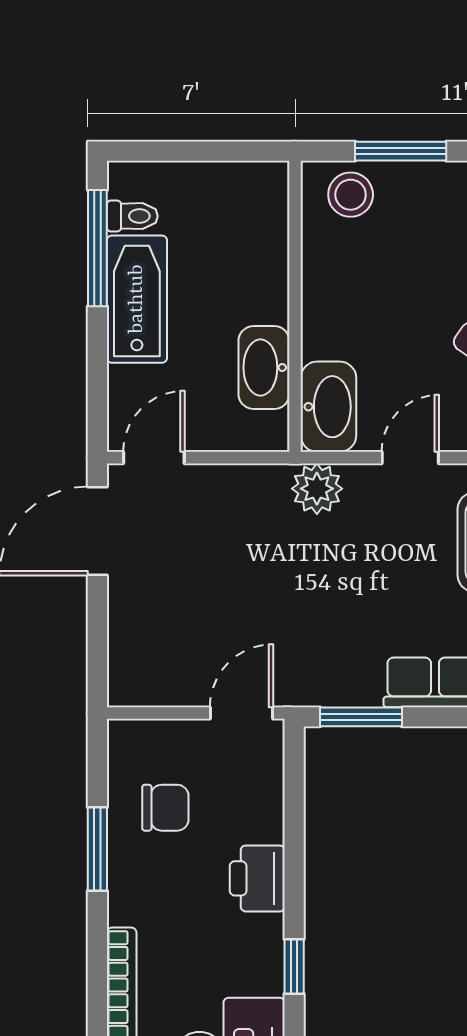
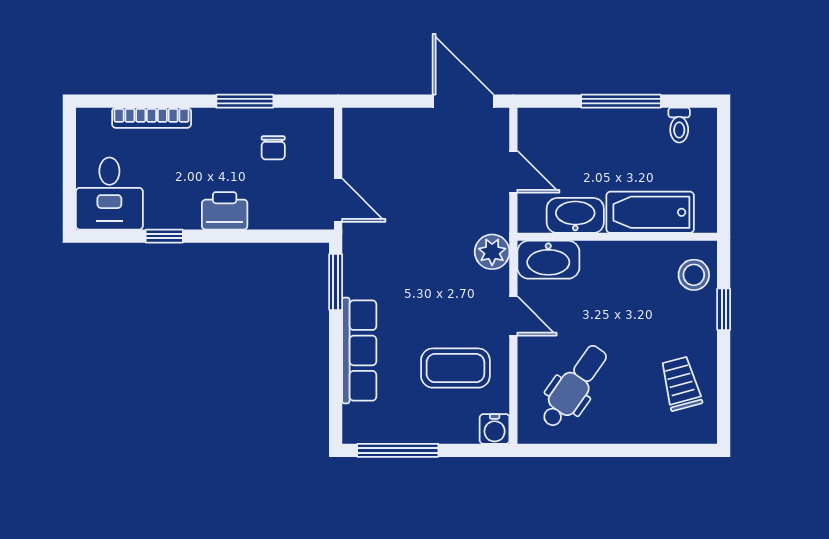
window: (401, 151) -> (724, 309), width x0.67
window: (97, 248) -> (621, 101), moved
bathtub: (137, 299) -> (650, 212), moved, turned 180
door: (154, 458) -> (513, 172), moved
chair: (165, 808) -> (273, 148), width x0.73, depth x0.73

